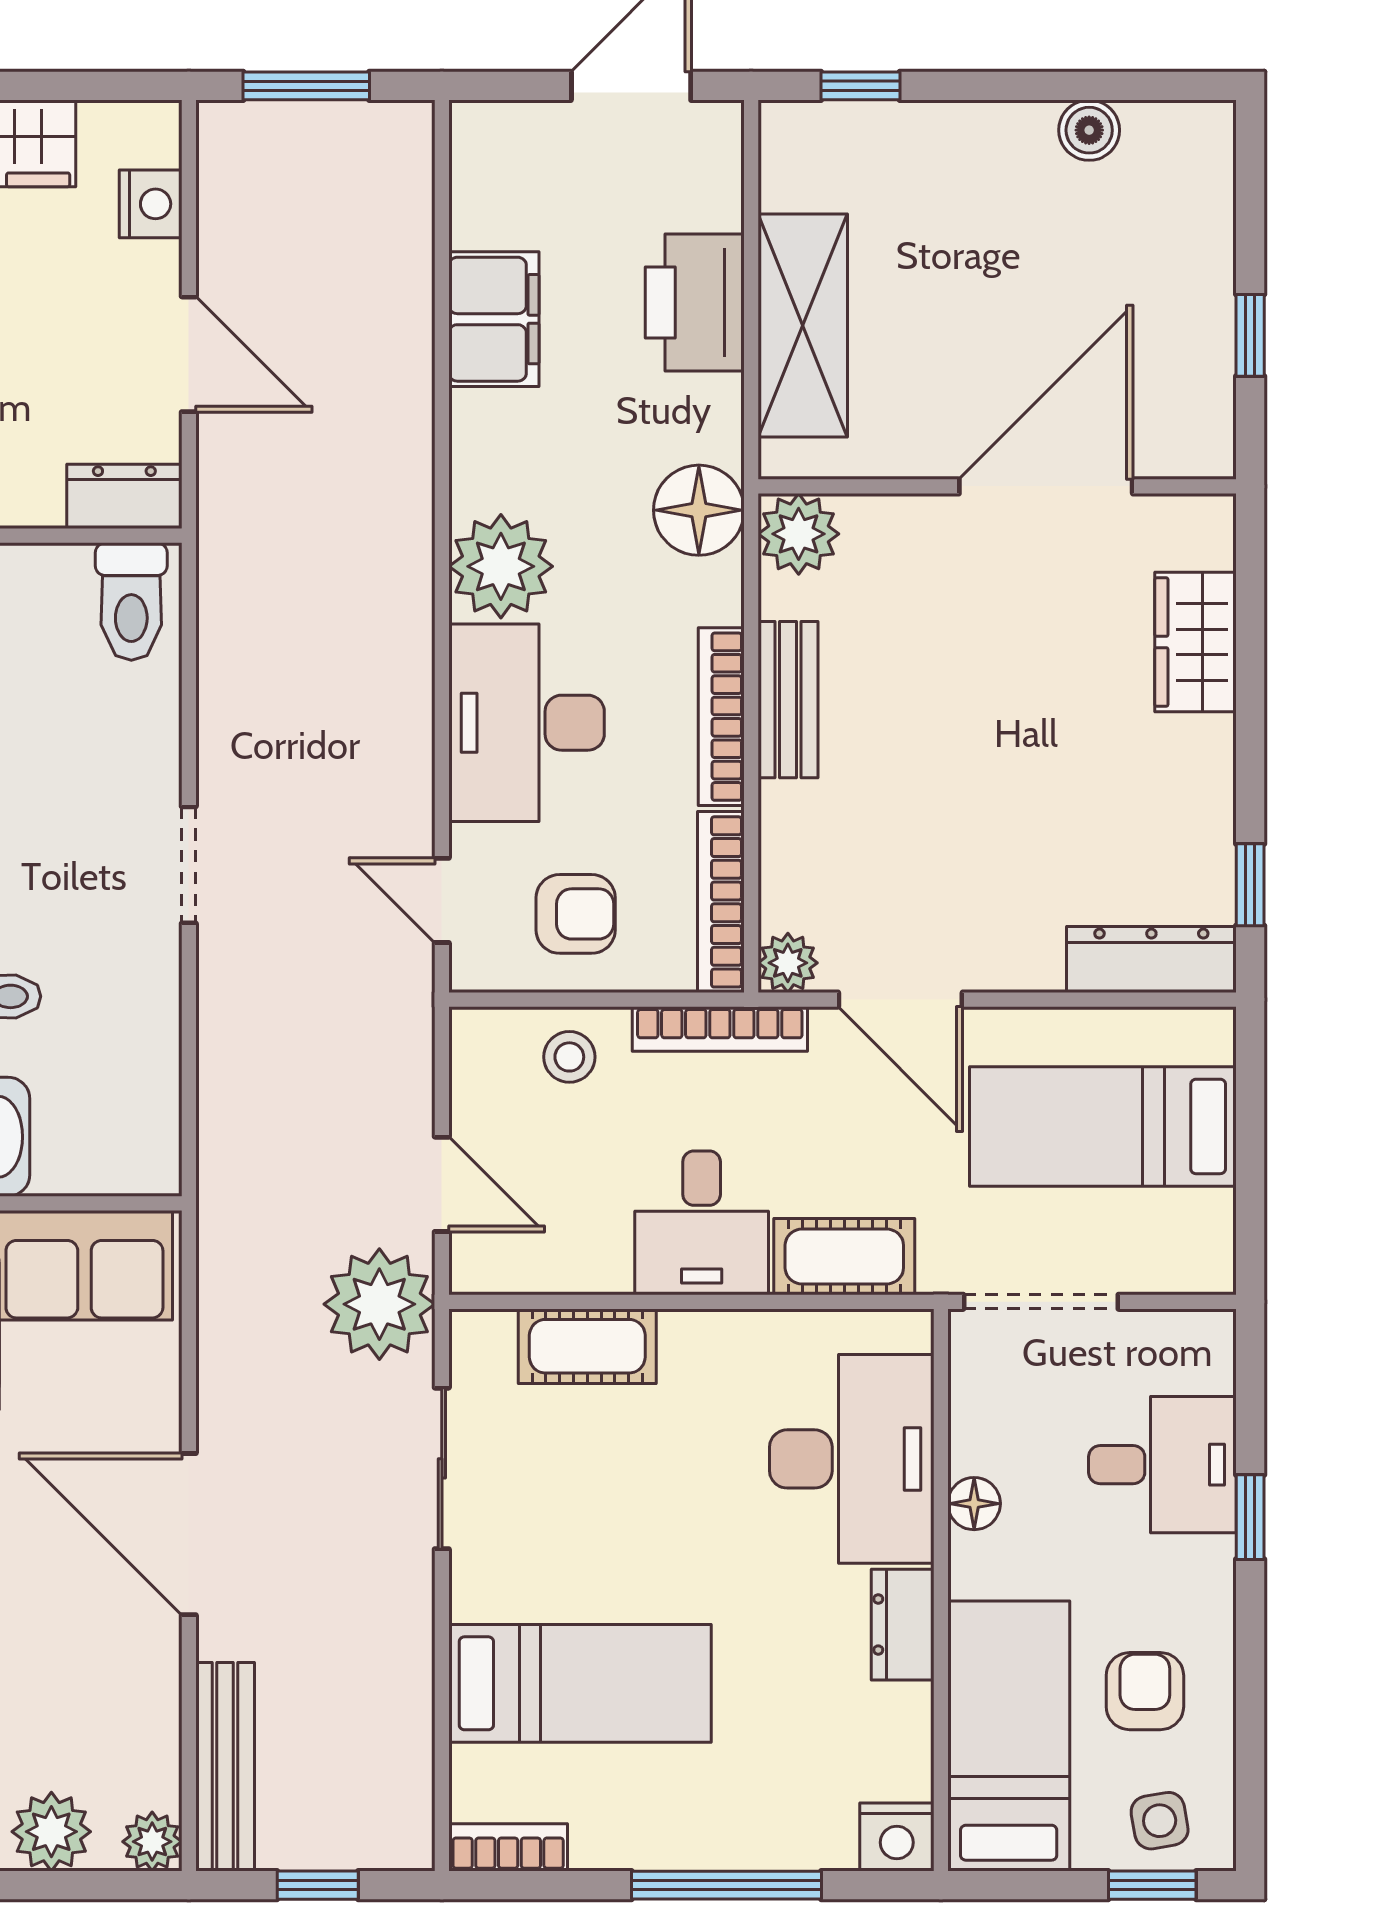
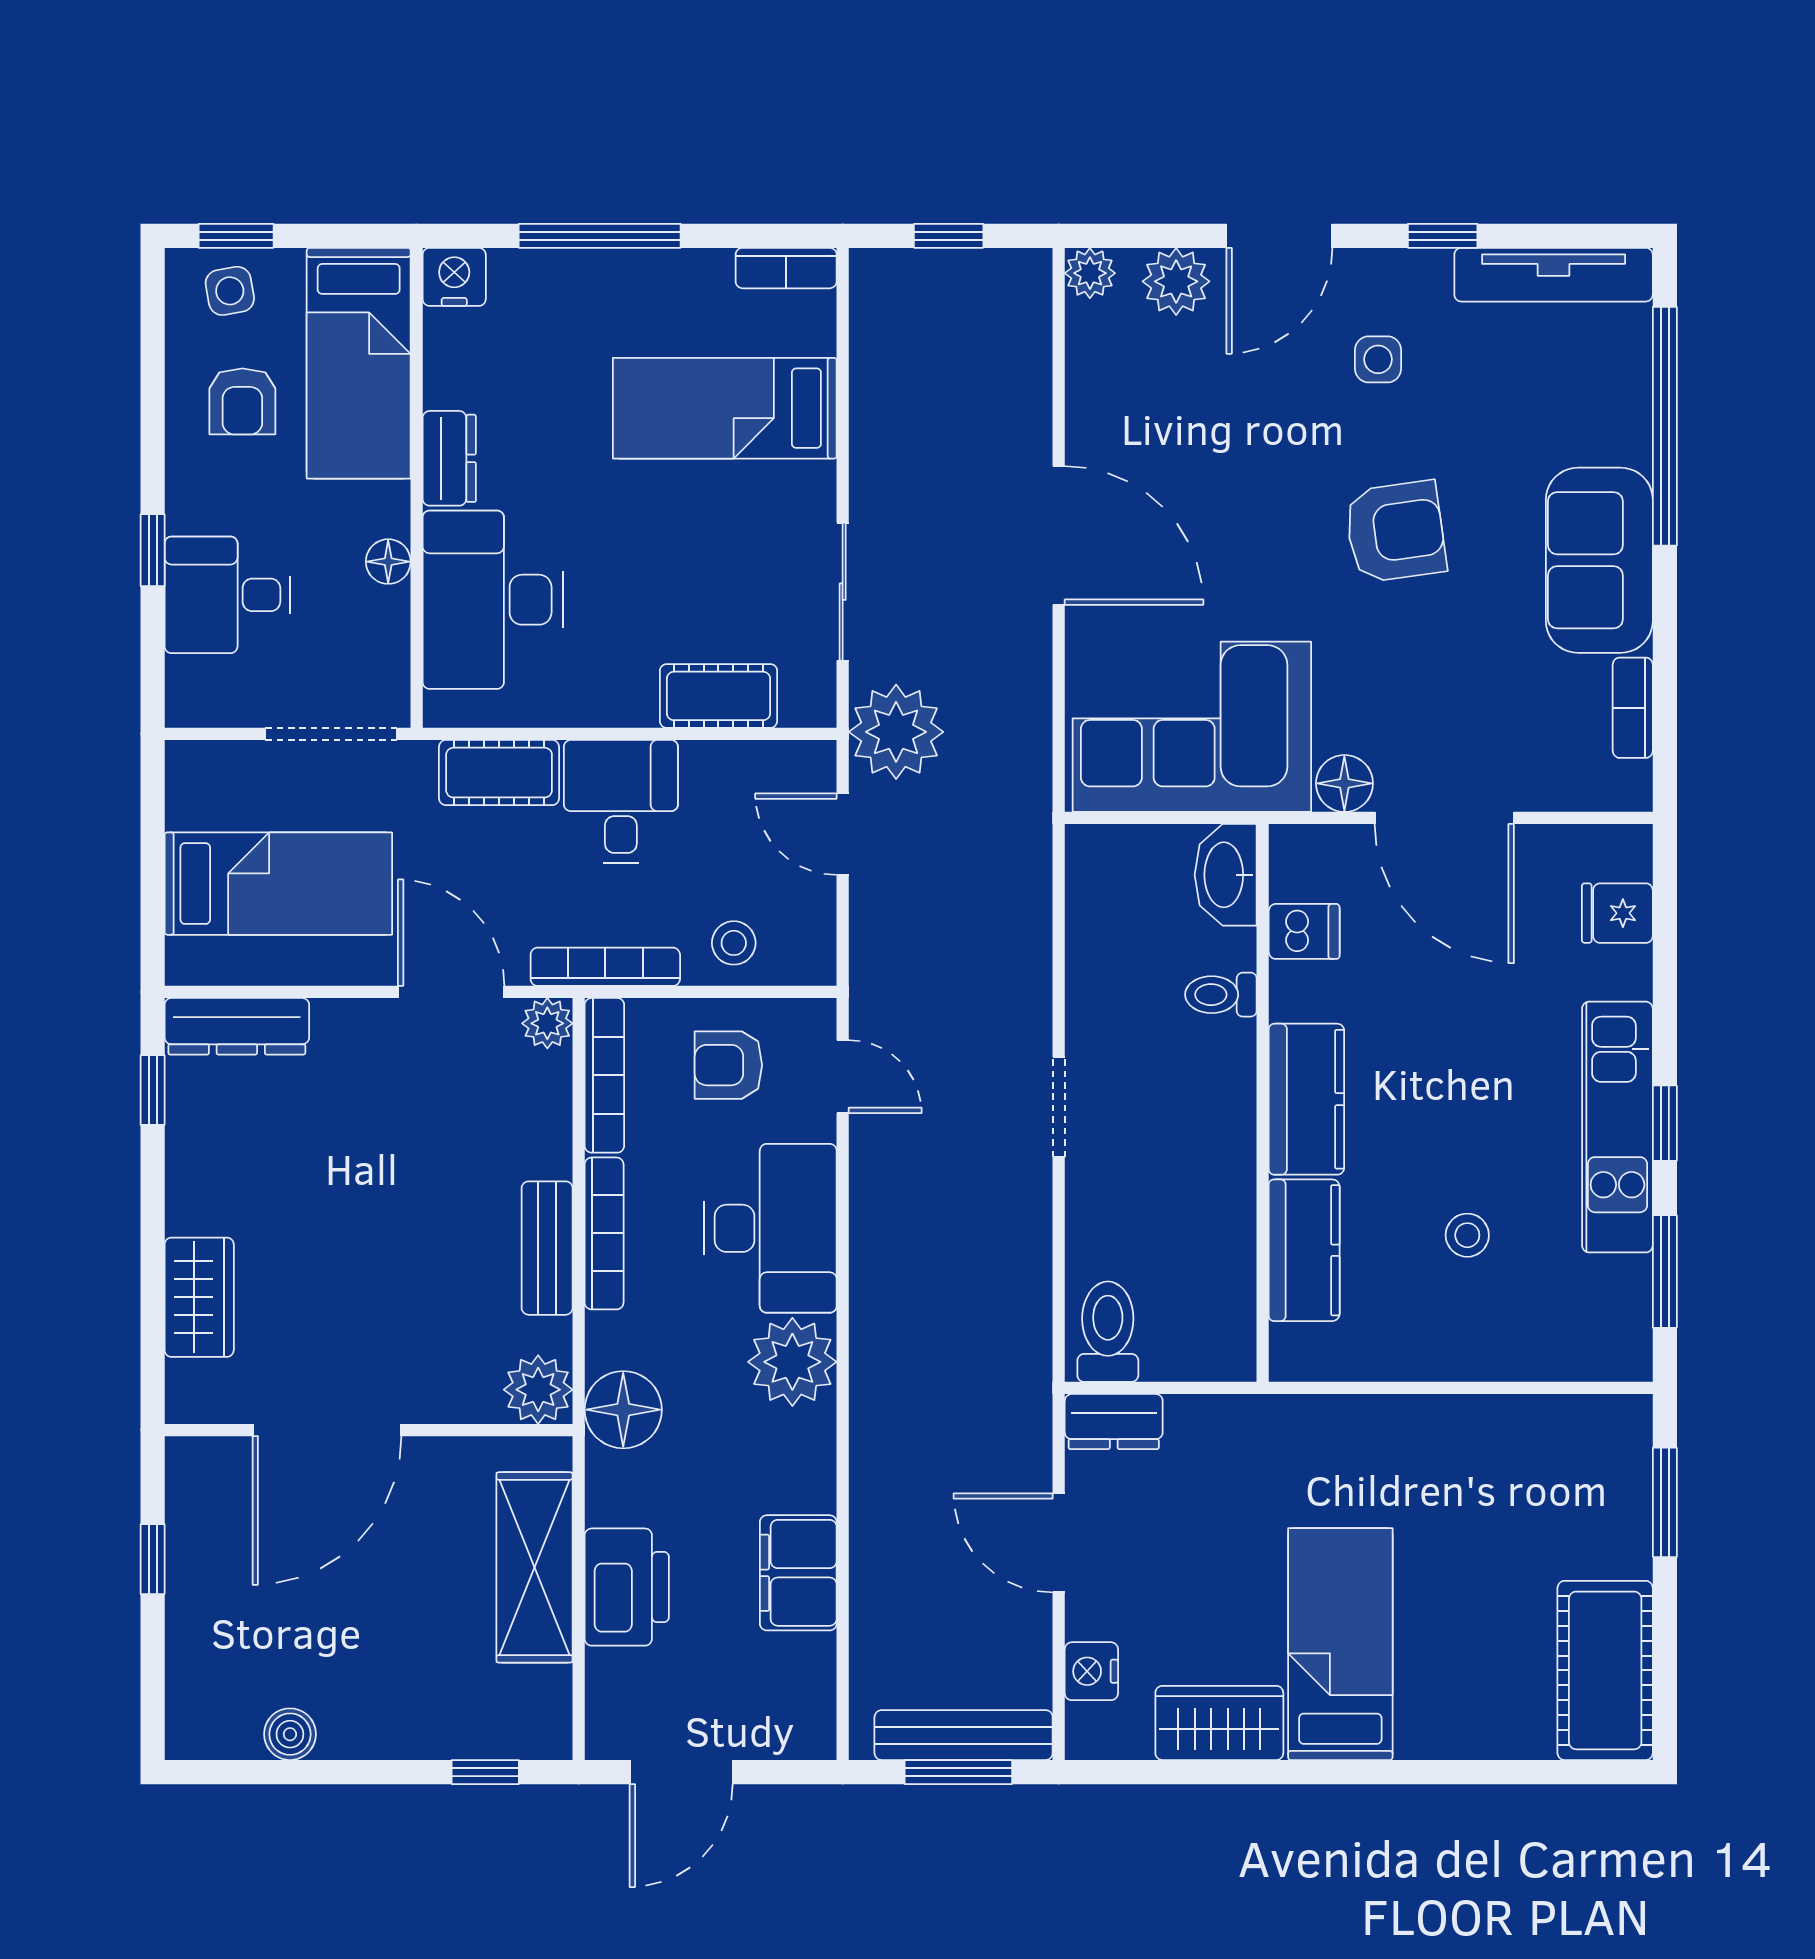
bench: (225, 1767) -> (964, 1735), moved, turned 90

